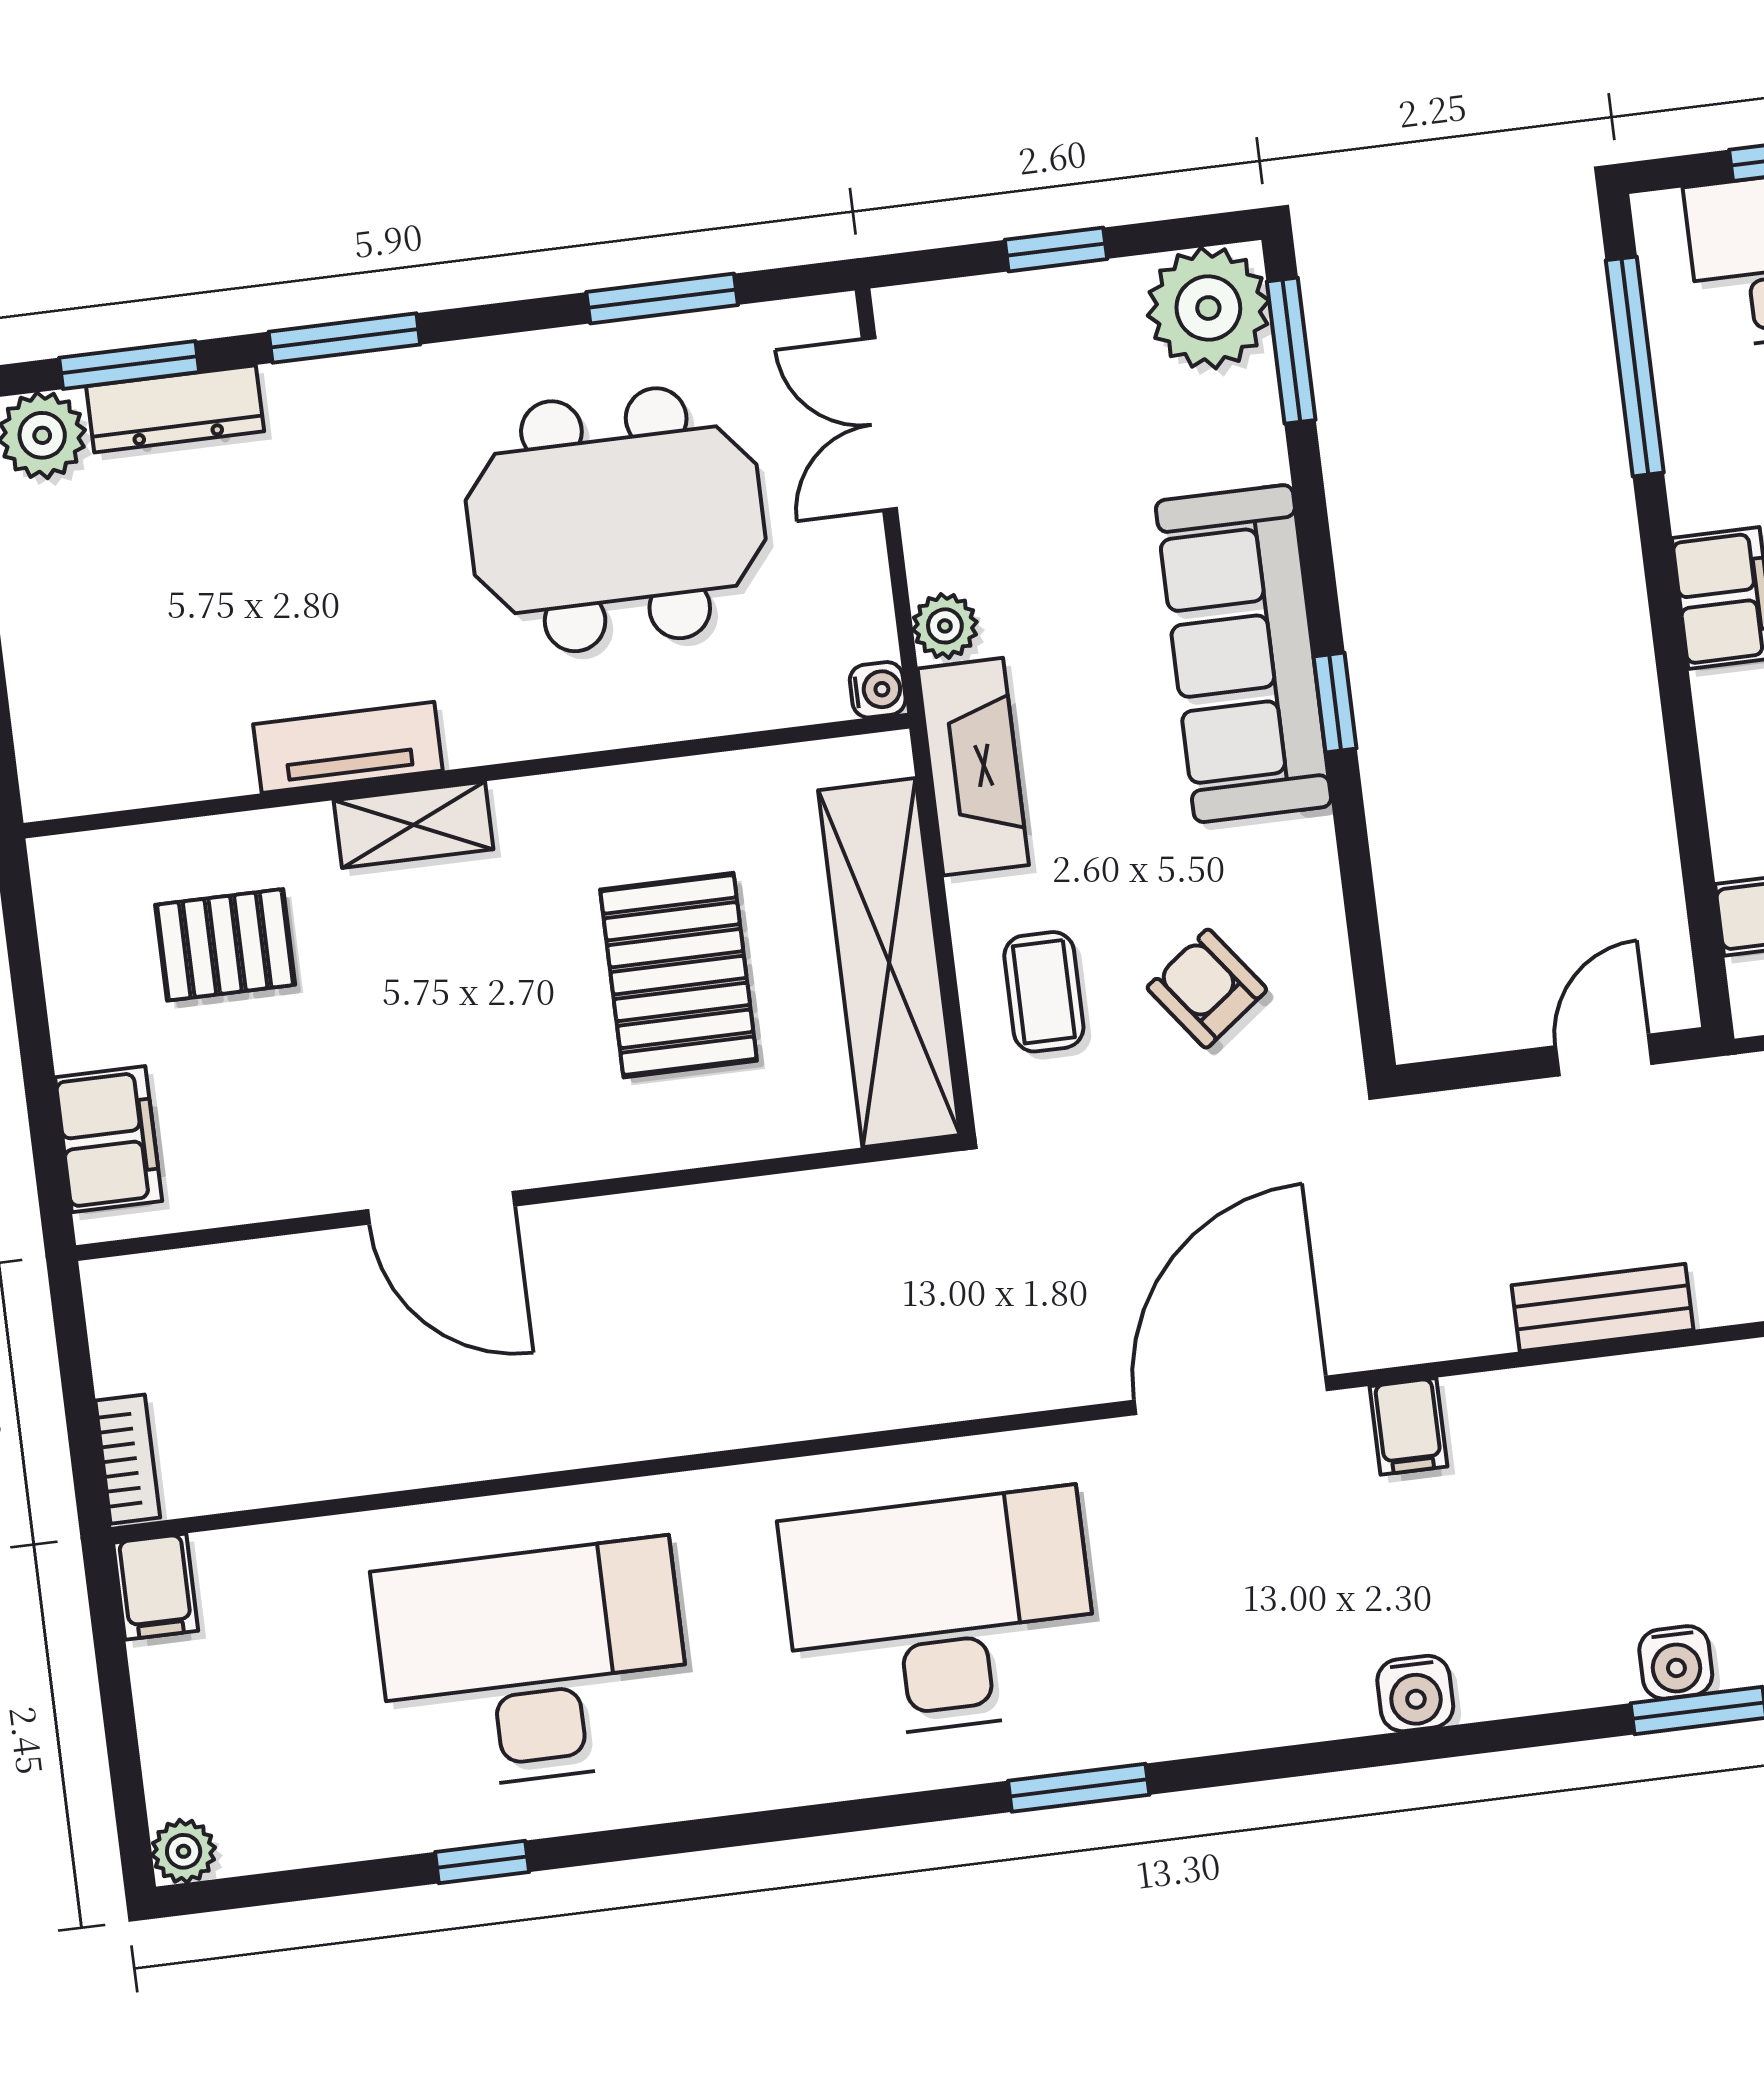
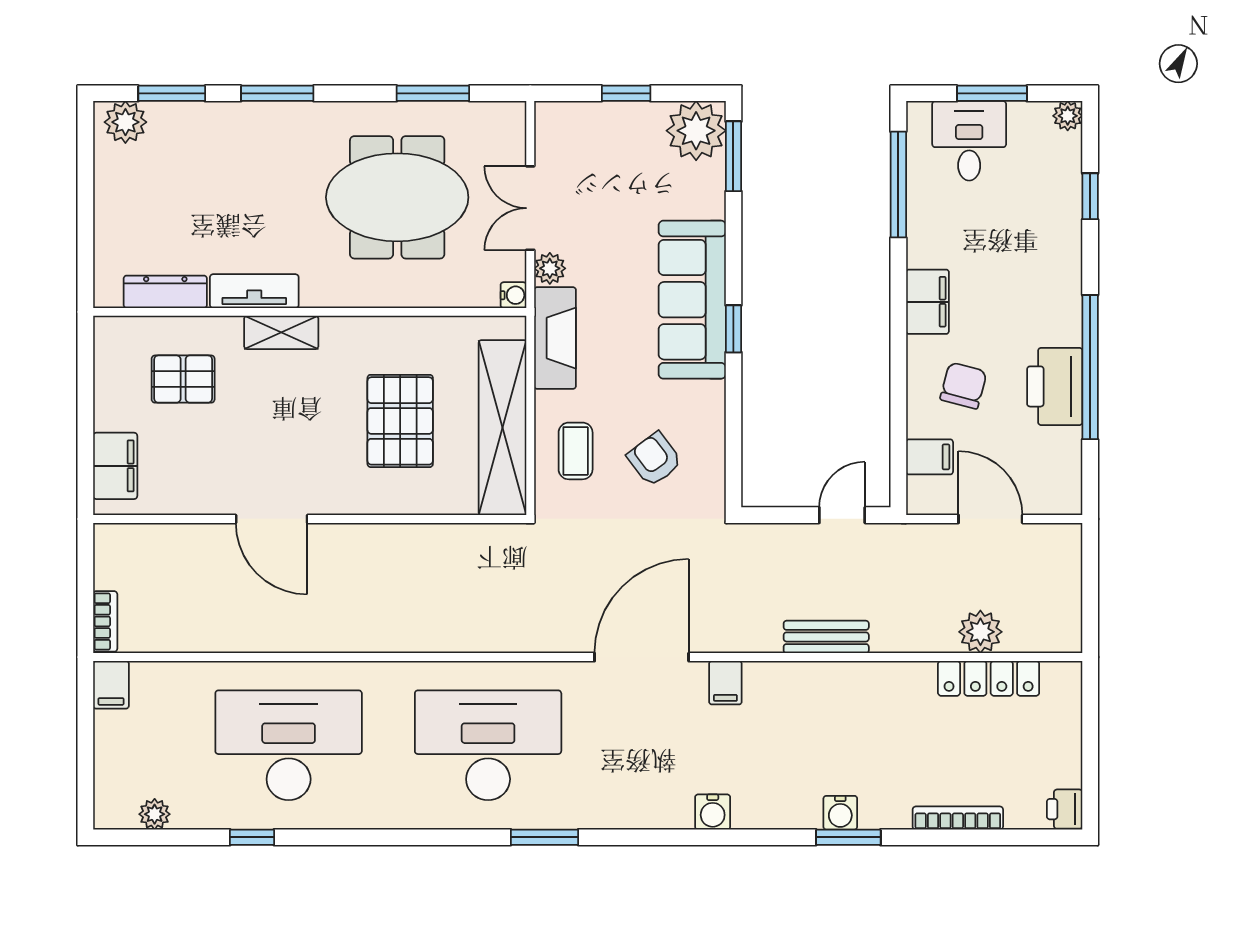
dresser: (175, 409) -> (165, 292), moved, turned 180
double door: (879, 424) -> (530, 208), moved
plant: (184, 1851) -> (155, 814), moved

